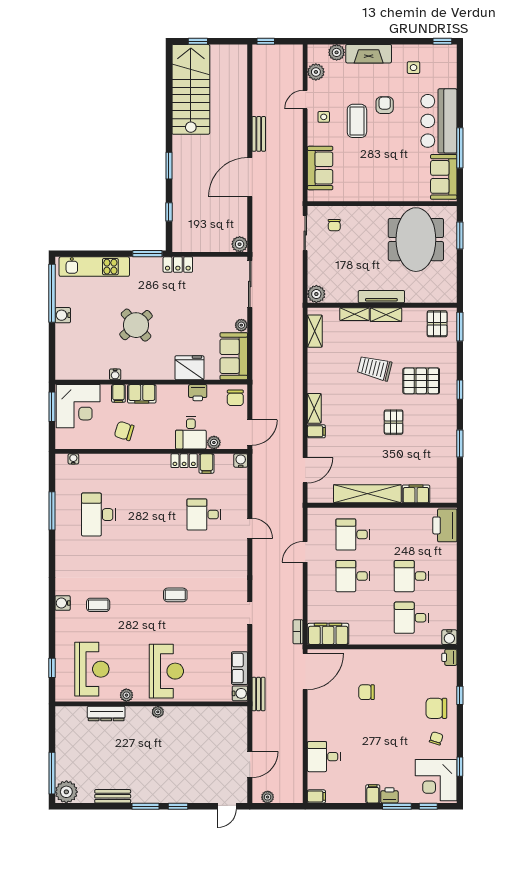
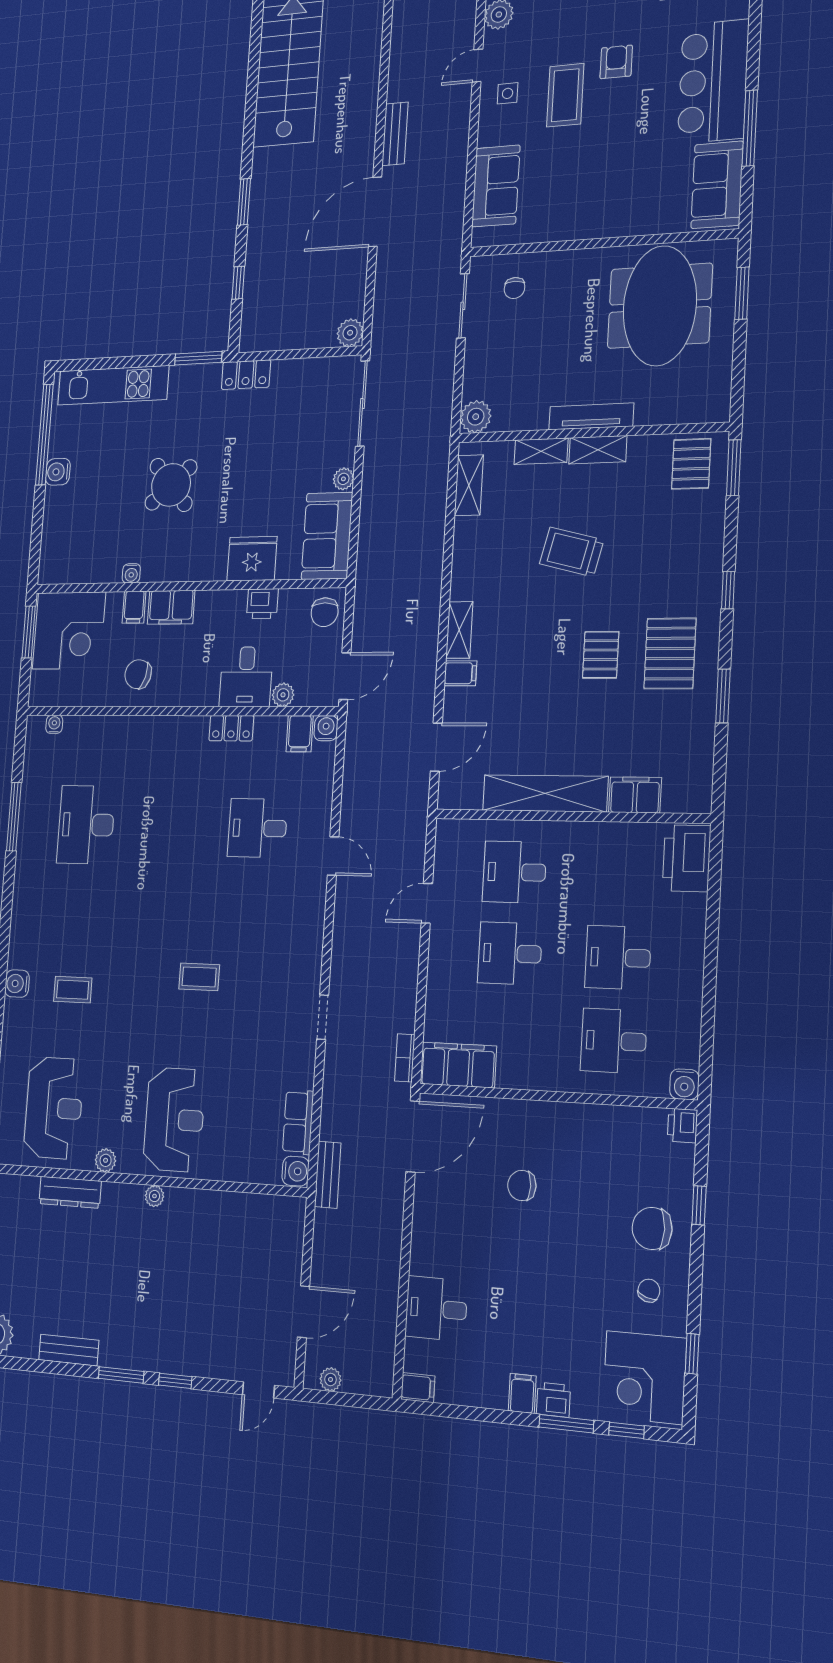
pallet: (421, 381) -> (670, 653), moved, turned 90
filing cabinet: (206, 464) -> (300, 734), moved

